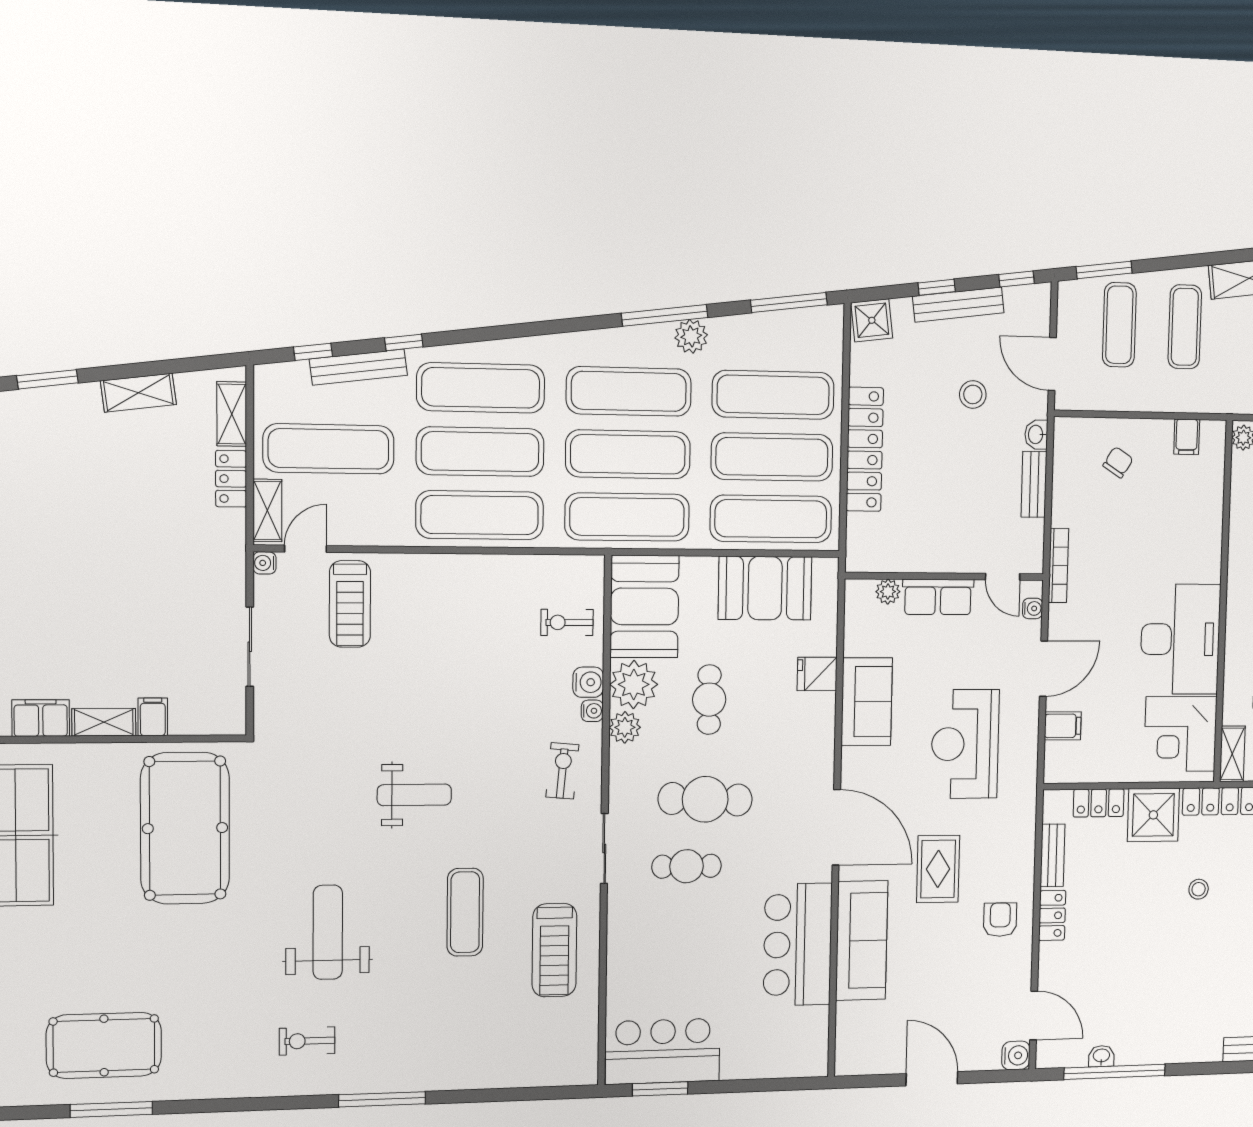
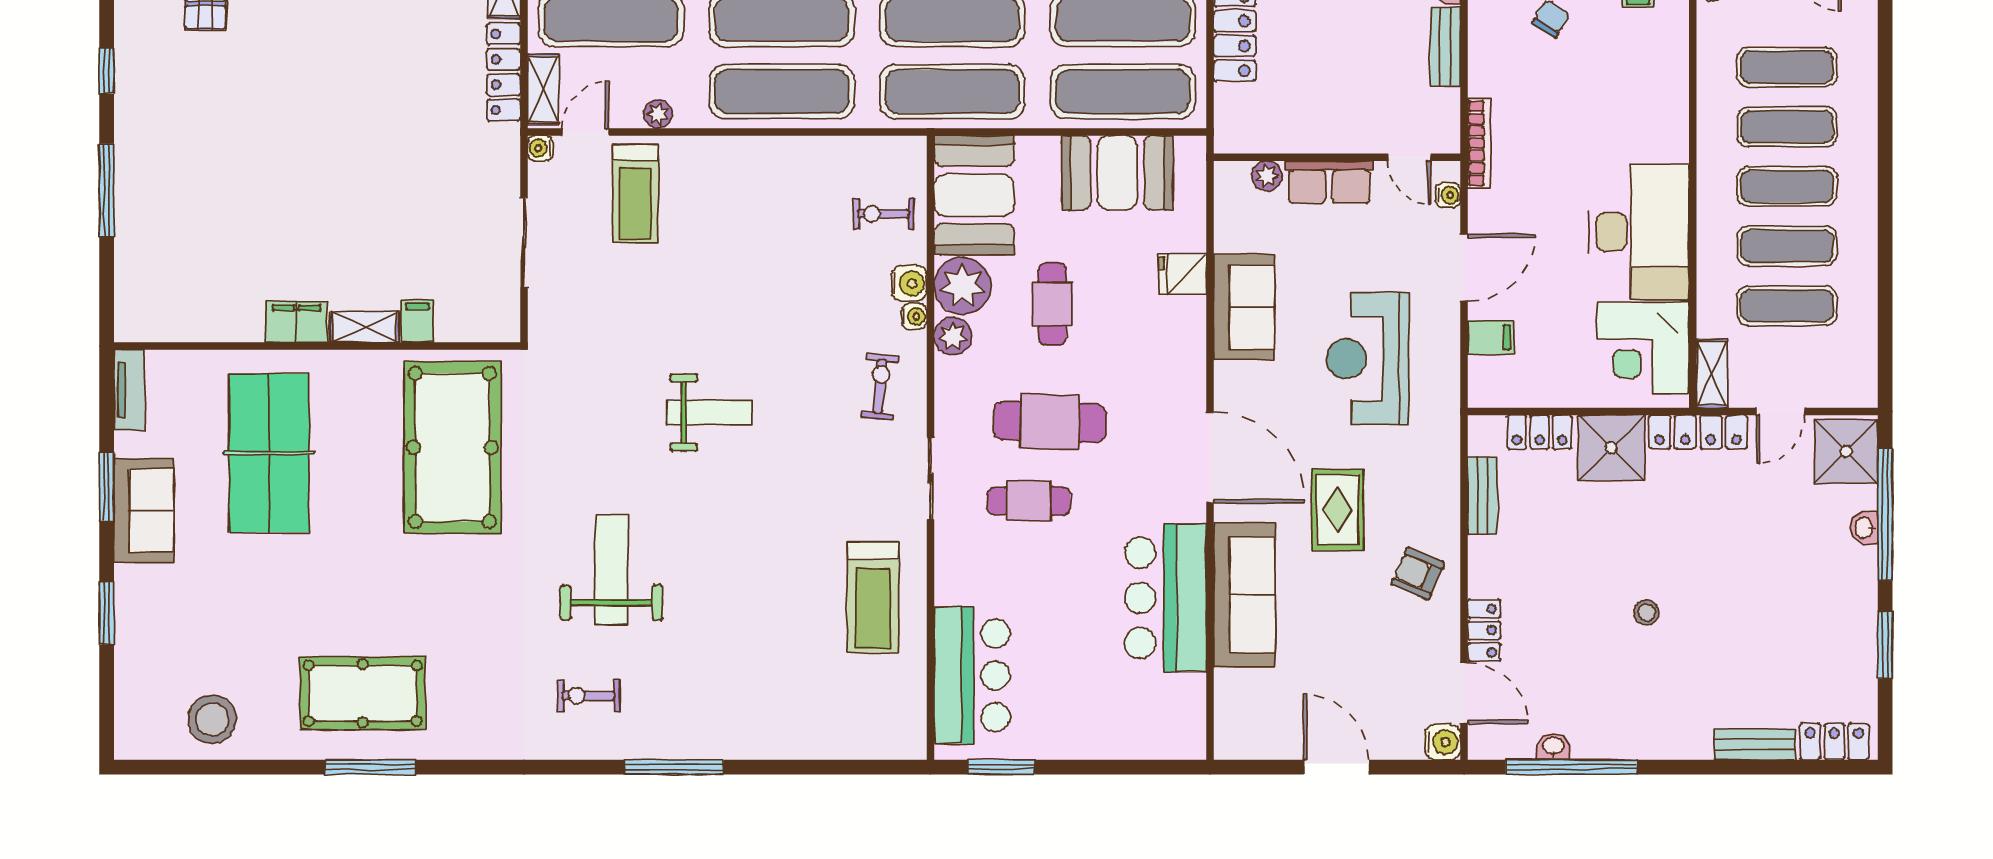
locker: (231, 479) -> (504, 72), width x1.53
plant: (370, 534) -> (658, 114), added
stool: (1199, 889) -> (1646, 613), moved
exercise mat: (465, 912) -> (768, 550), removed
locker: (1052, 915) -> (1484, 630), moved
armchair: (1000, 920) -> (1418, 573), turned -67
bar counter: (663, 1051) -> (972, 675), moved, turned 90

